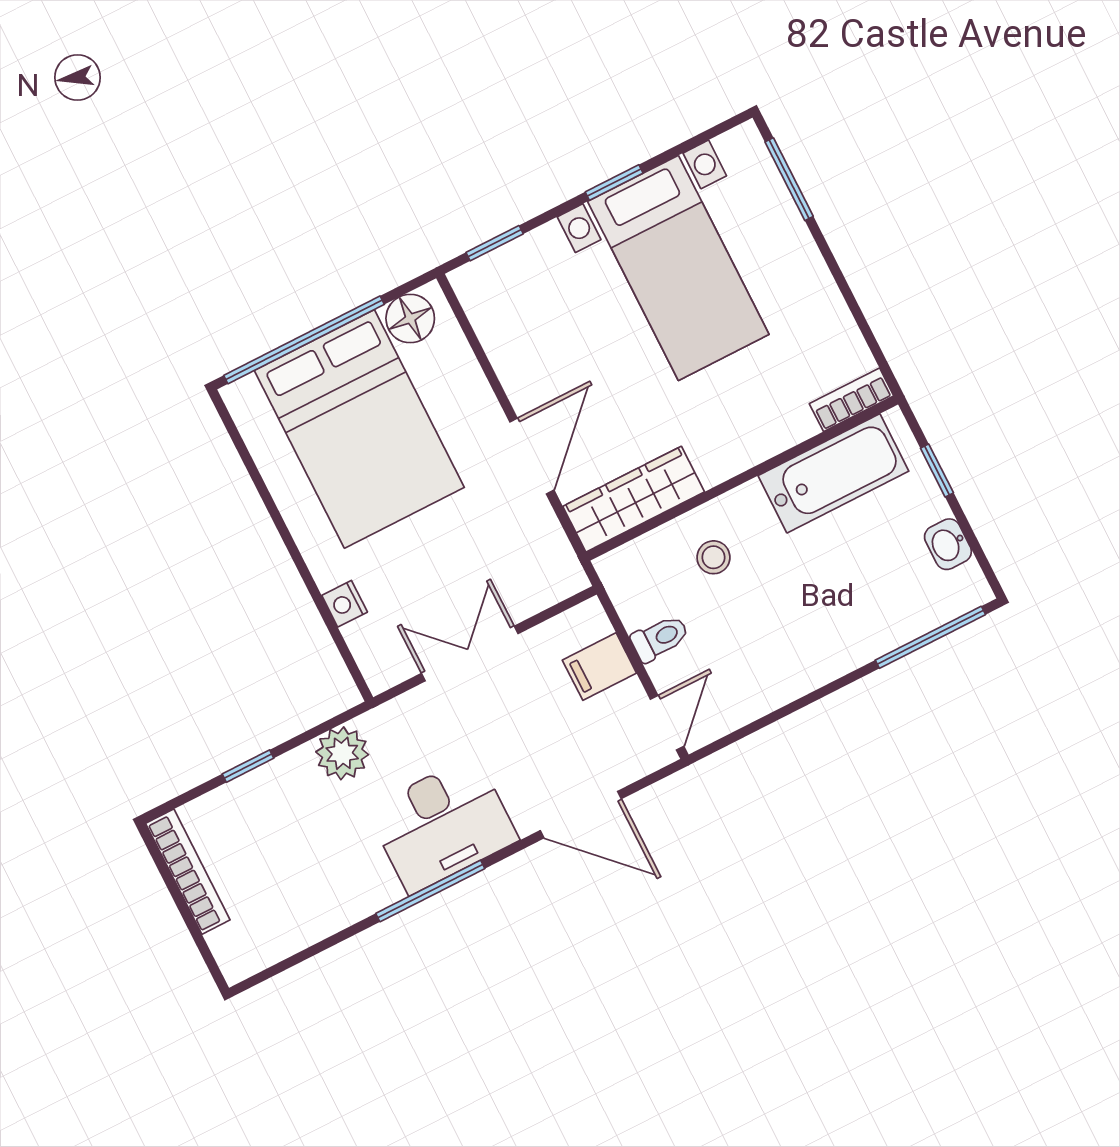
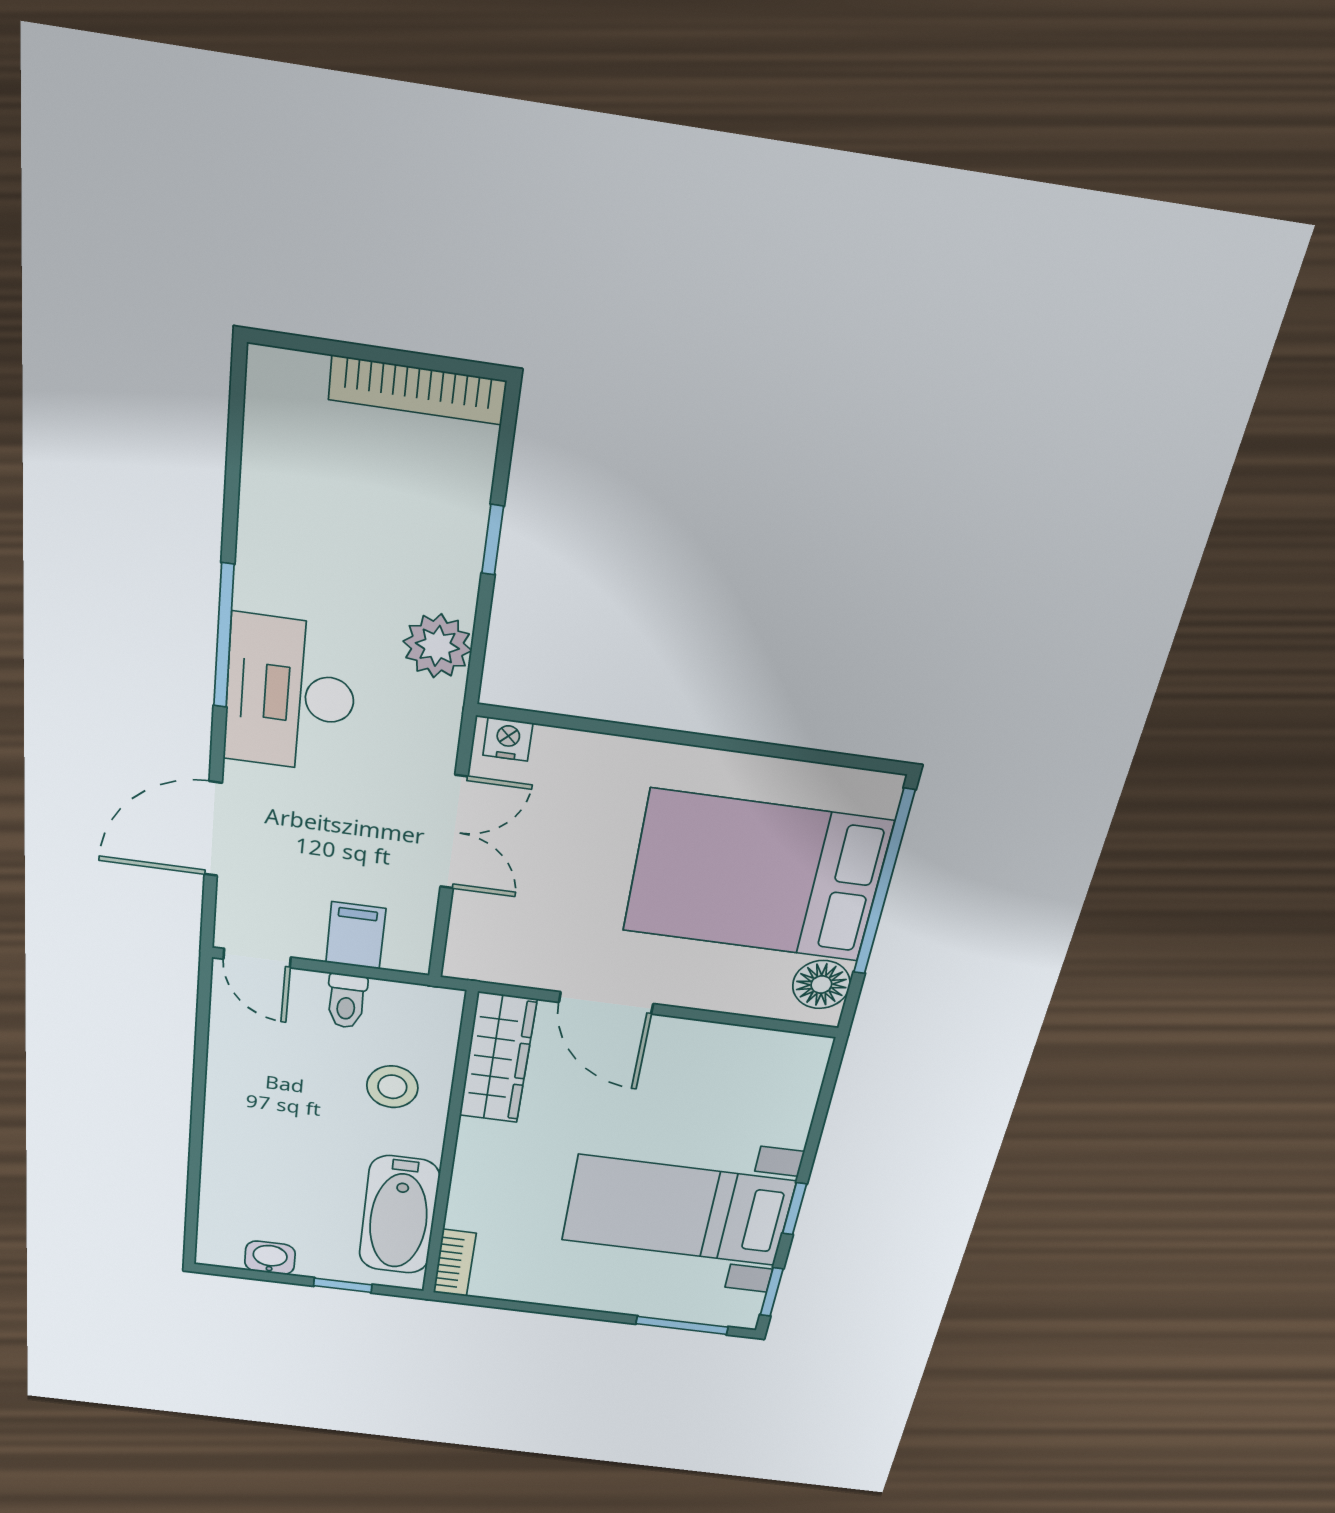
window: (495, 243) -> (772, 1292), moved
stool: (713, 557) -> (392, 1087), width x1.37, depth x1.37
nightstand: (345, 604) -> (508, 739), moved
window: (930, 637) -> (193, 1201), removed

